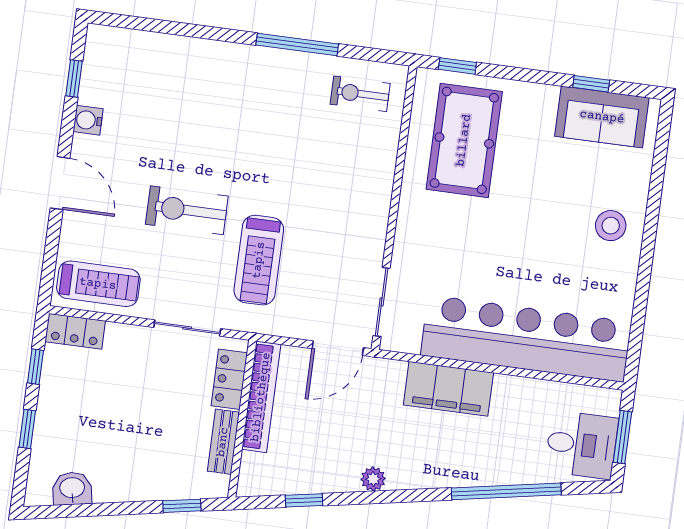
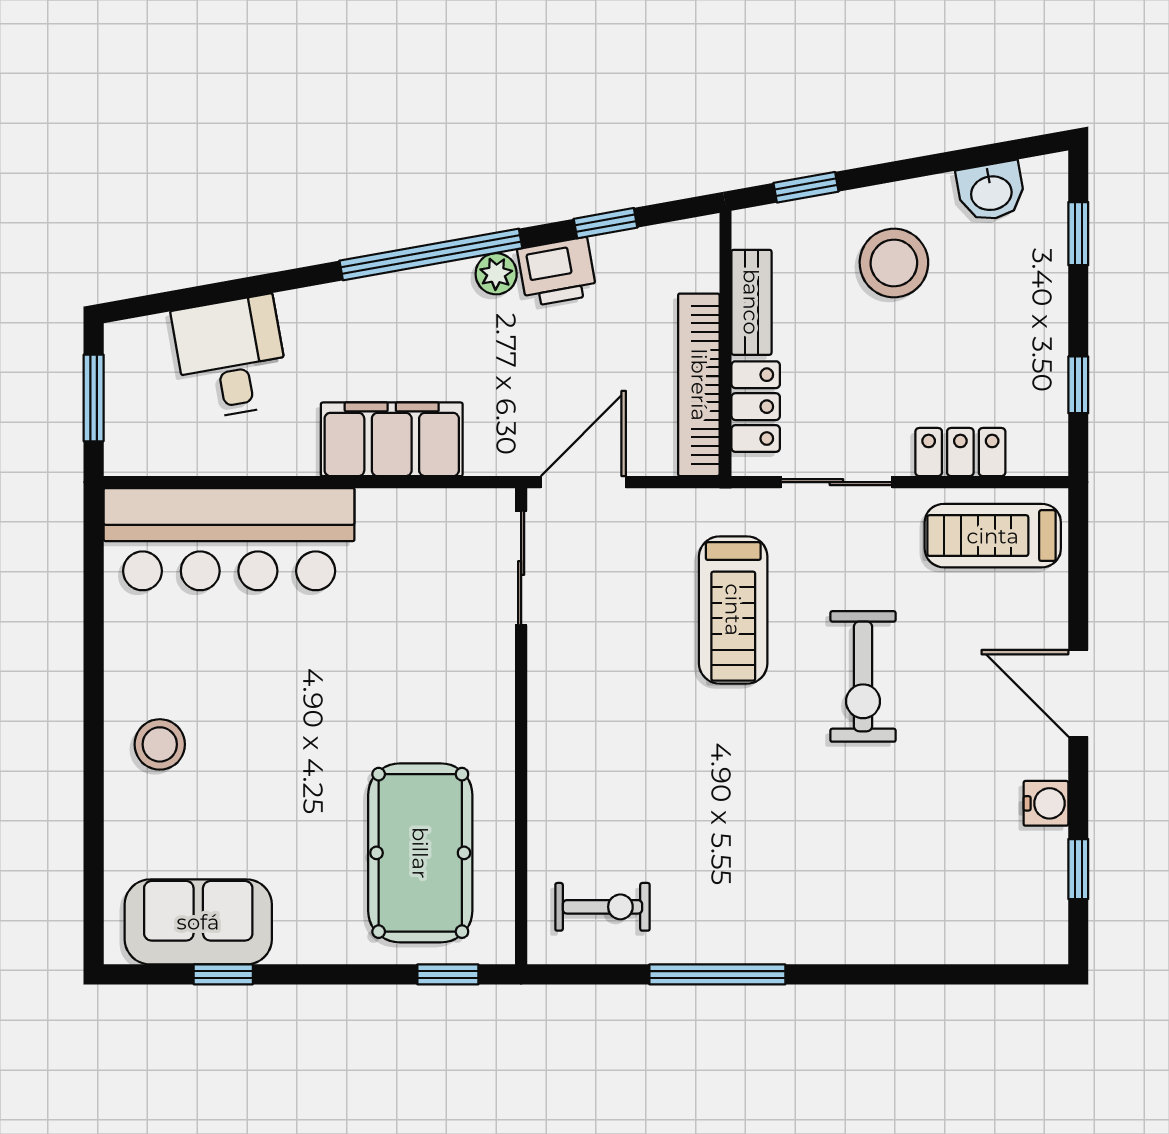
exercise bike: (187, 210) -> (863, 676), turned 90
treadmill: (259, 260) -> (733, 610), turned 180
locker: (75, 331) -> (960, 452), moved
bar counter: (526, 339) -> (229, 539), width x0.73
window: (27, 429) -> (1078, 234), moved
desk: (581, 445) -> (231, 357), moved, turned 80
stool: (136, 454) -> (894, 263), added
printer: (337, 475) -> (557, 272), added
window: (506, 491) -> (431, 254), moved

